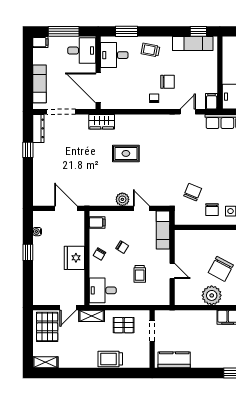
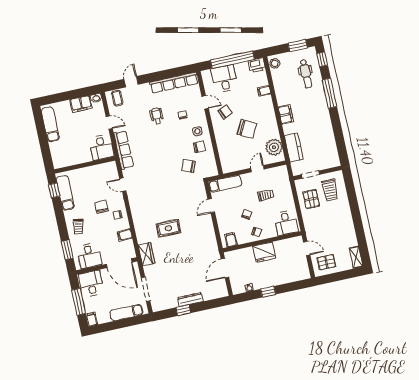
door: (98, 88) -> (119, 263), hinge flipped
filing cabinet: (212, 101) -> (125, 235), moved
dresser: (38, 128) -> (190, 300), moved
rug: (126, 153) -> (168, 228), turned 90
plant: (122, 199) -> (207, 223), removed
plant: (212, 295) -> (274, 147), moved
shelving: (92, 316) -> (309, 227), removed
pallet: (47, 327) -> (326, 262), width x0.67, depth x0.71
trolley: (110, 359) -> (330, 190), moved
kitchen counter: (174, 360) -> (294, 147), moved, turned 180

